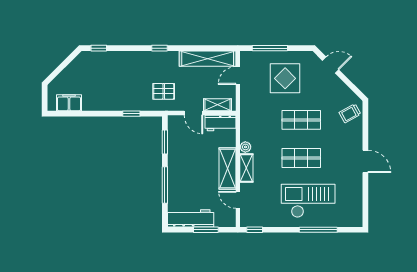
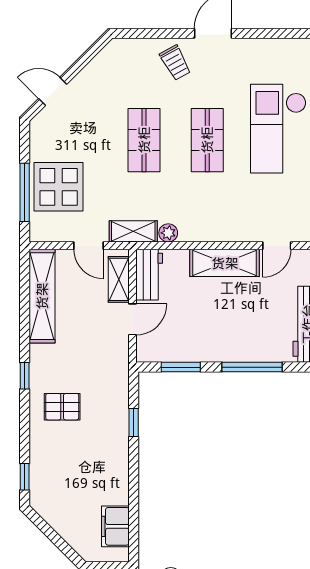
door: (331, 65) -> (53, 91), hinge flipped
door: (238, 76) -> (88, 246), moved
display table: (285, 78) -> (59, 187), moved
pallet: (164, 91) -> (62, 407), moved, turned 90
trolley: (350, 113) -> (175, 63), moved
plant: (245, 147) -> (168, 233), moved
shelving: (246, 168) -> (133, 231), moved

